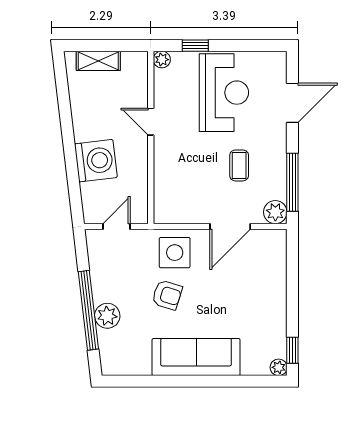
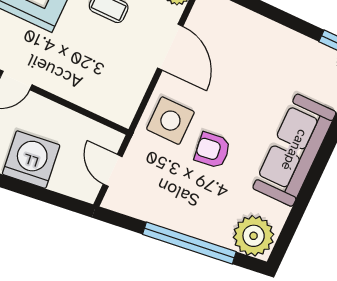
armchair: (167, 295) -> (212, 150), turned -114
plant: (107, 316) -> (254, 236), moved, width x1.36, depth x1.36

